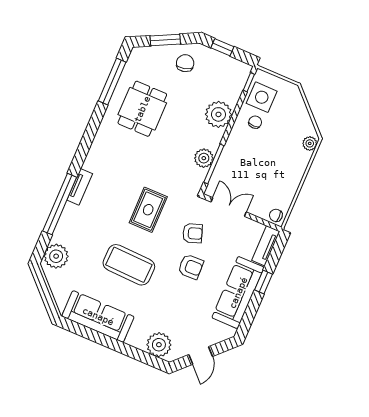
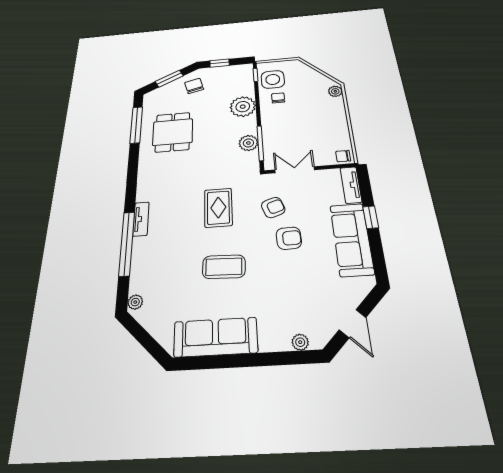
plant: (56, 256) -> (135, 302), width x0.53, depth x0.53
coffee table: (129, 265) -> (224, 267), width x0.73, depth x0.76
plant: (159, 345) -> (300, 342), width x0.53, depth x0.53

